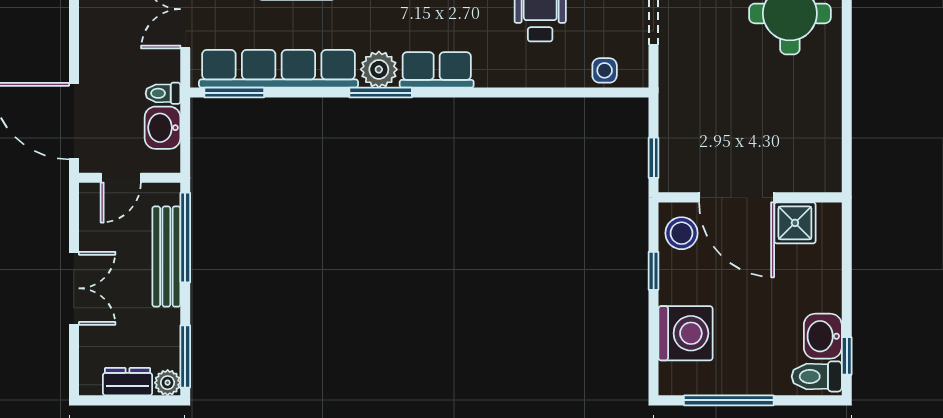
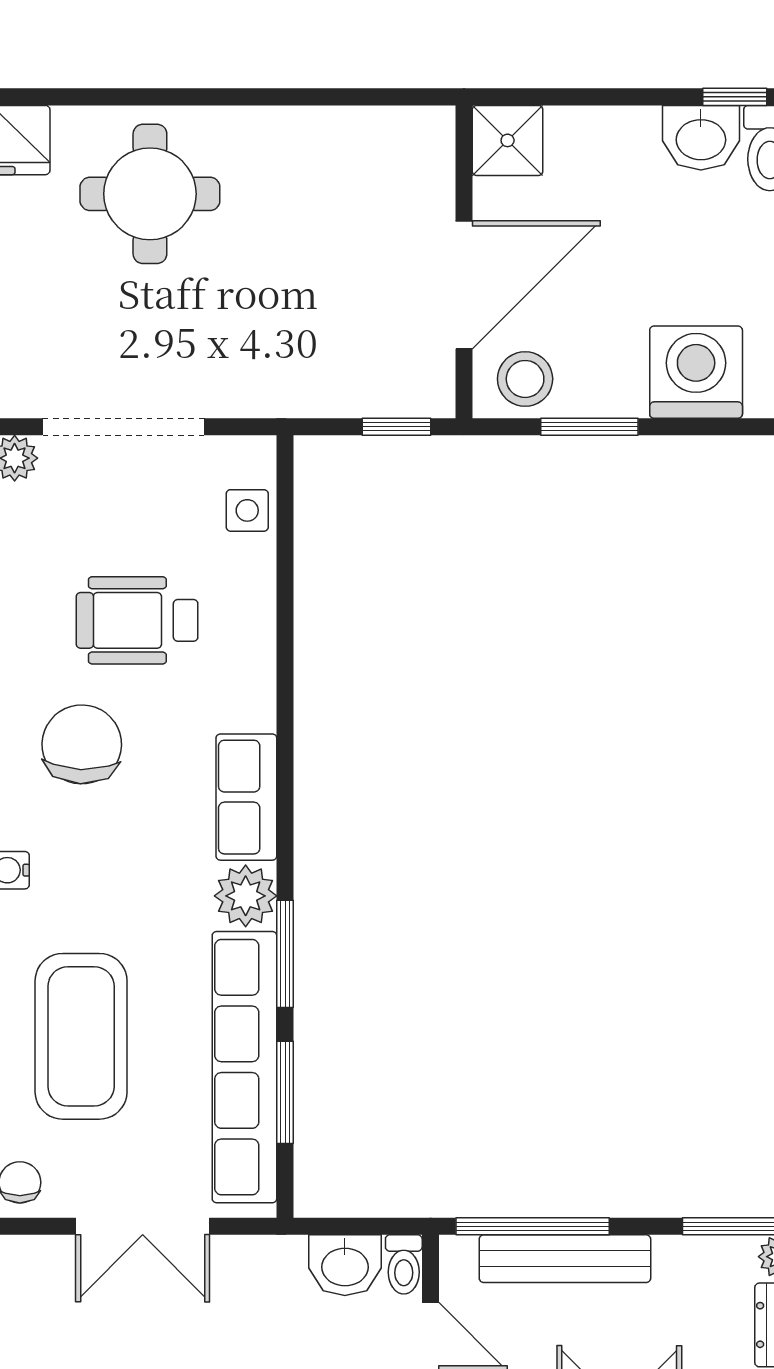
toilet: (163, 93) -> (404, 1264), moved
window: (234, 93) -> (285, 1092), moved
window: (381, 93) -> (285, 954), moved
shower: (795, 223) -> (508, 140), moved
window: (654, 271) -> (589, 427), width x1.50

